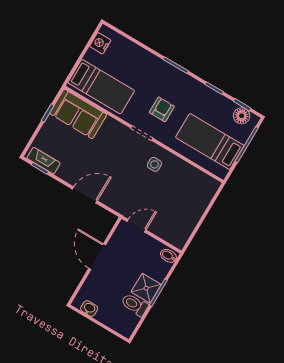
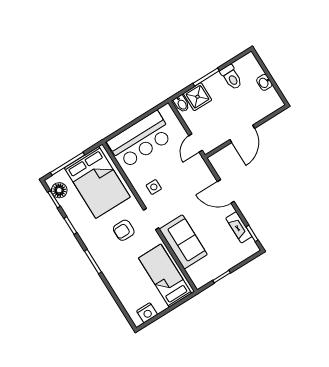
sofa: (78, 114) -> (183, 242), moved
bed: (210, 141) -> (97, 182), width x1.50
fireplace: (44, 161) -> (239, 227), moved
bar counter: (190, 202) -> (140, 140), added
door: (136, 226) -> (196, 143), hinge flipped
shower: (146, 288) -> (198, 97), moved
washbasin: (89, 308) -> (264, 82), moved

